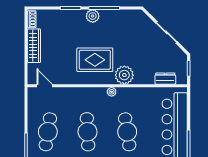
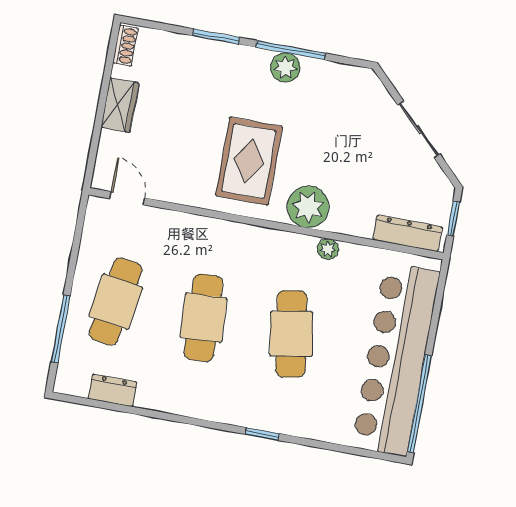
plant: (93, 16) -> (285, 68), moved
wardrobe: (34, 46) -> (120, 105), width x0.67
rug: (95, 60) -> (249, 161), turned 90
dresser: (165, 79) -> (407, 233), width x1.44
plant: (112, 92) -> (328, 249), moved

